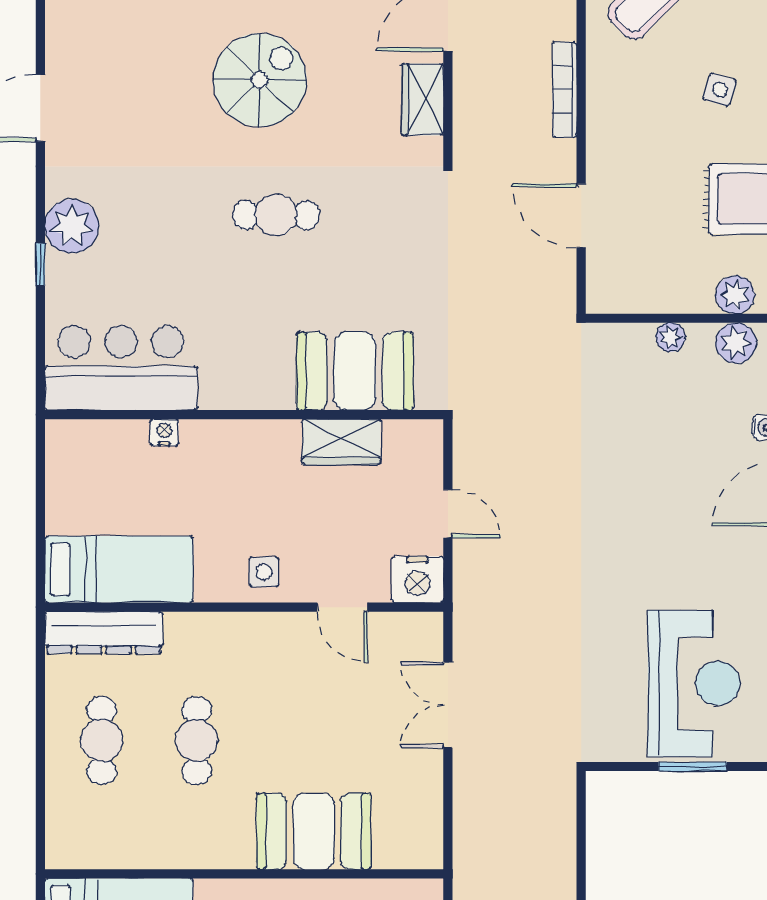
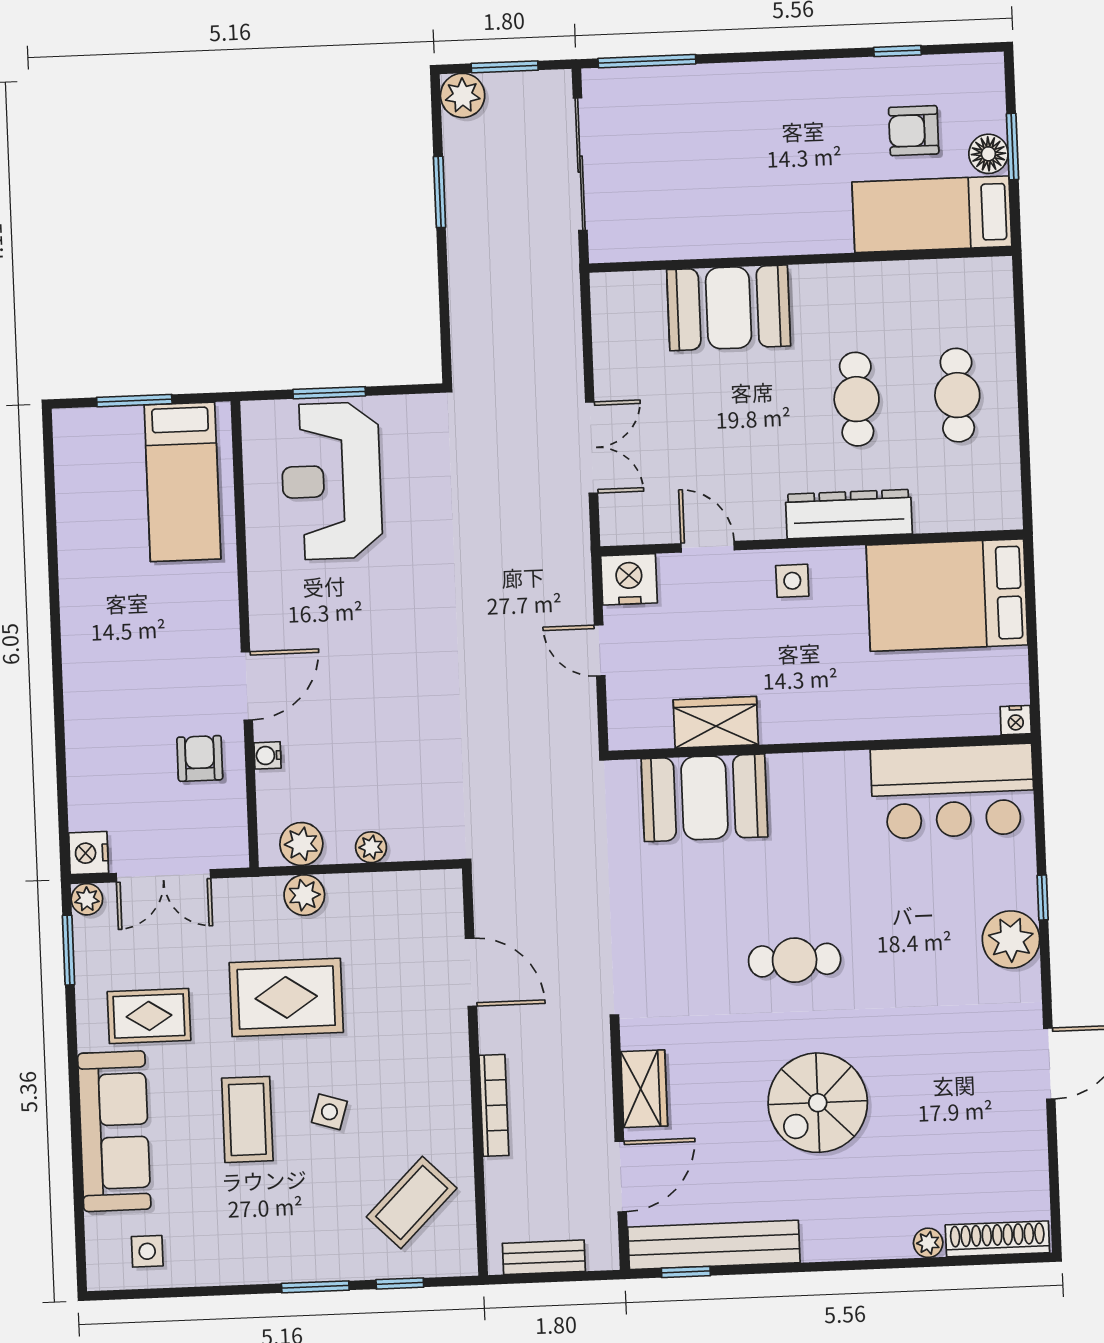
nightstand: (164, 432) -> (1016, 720), moved
bed: (119, 569) -> (947, 595), width x1.50
dresser: (104, 633) -> (849, 514), moved

